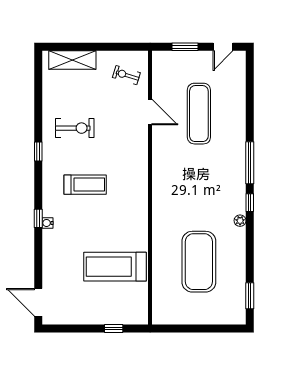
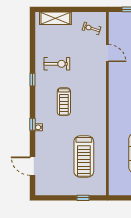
treadmill: (85, 185) -> (64, 102), turned 90
treadmill: (115, 267) -> (84, 156), turned -90
door: (38, 302) -> (33, 166), moved

